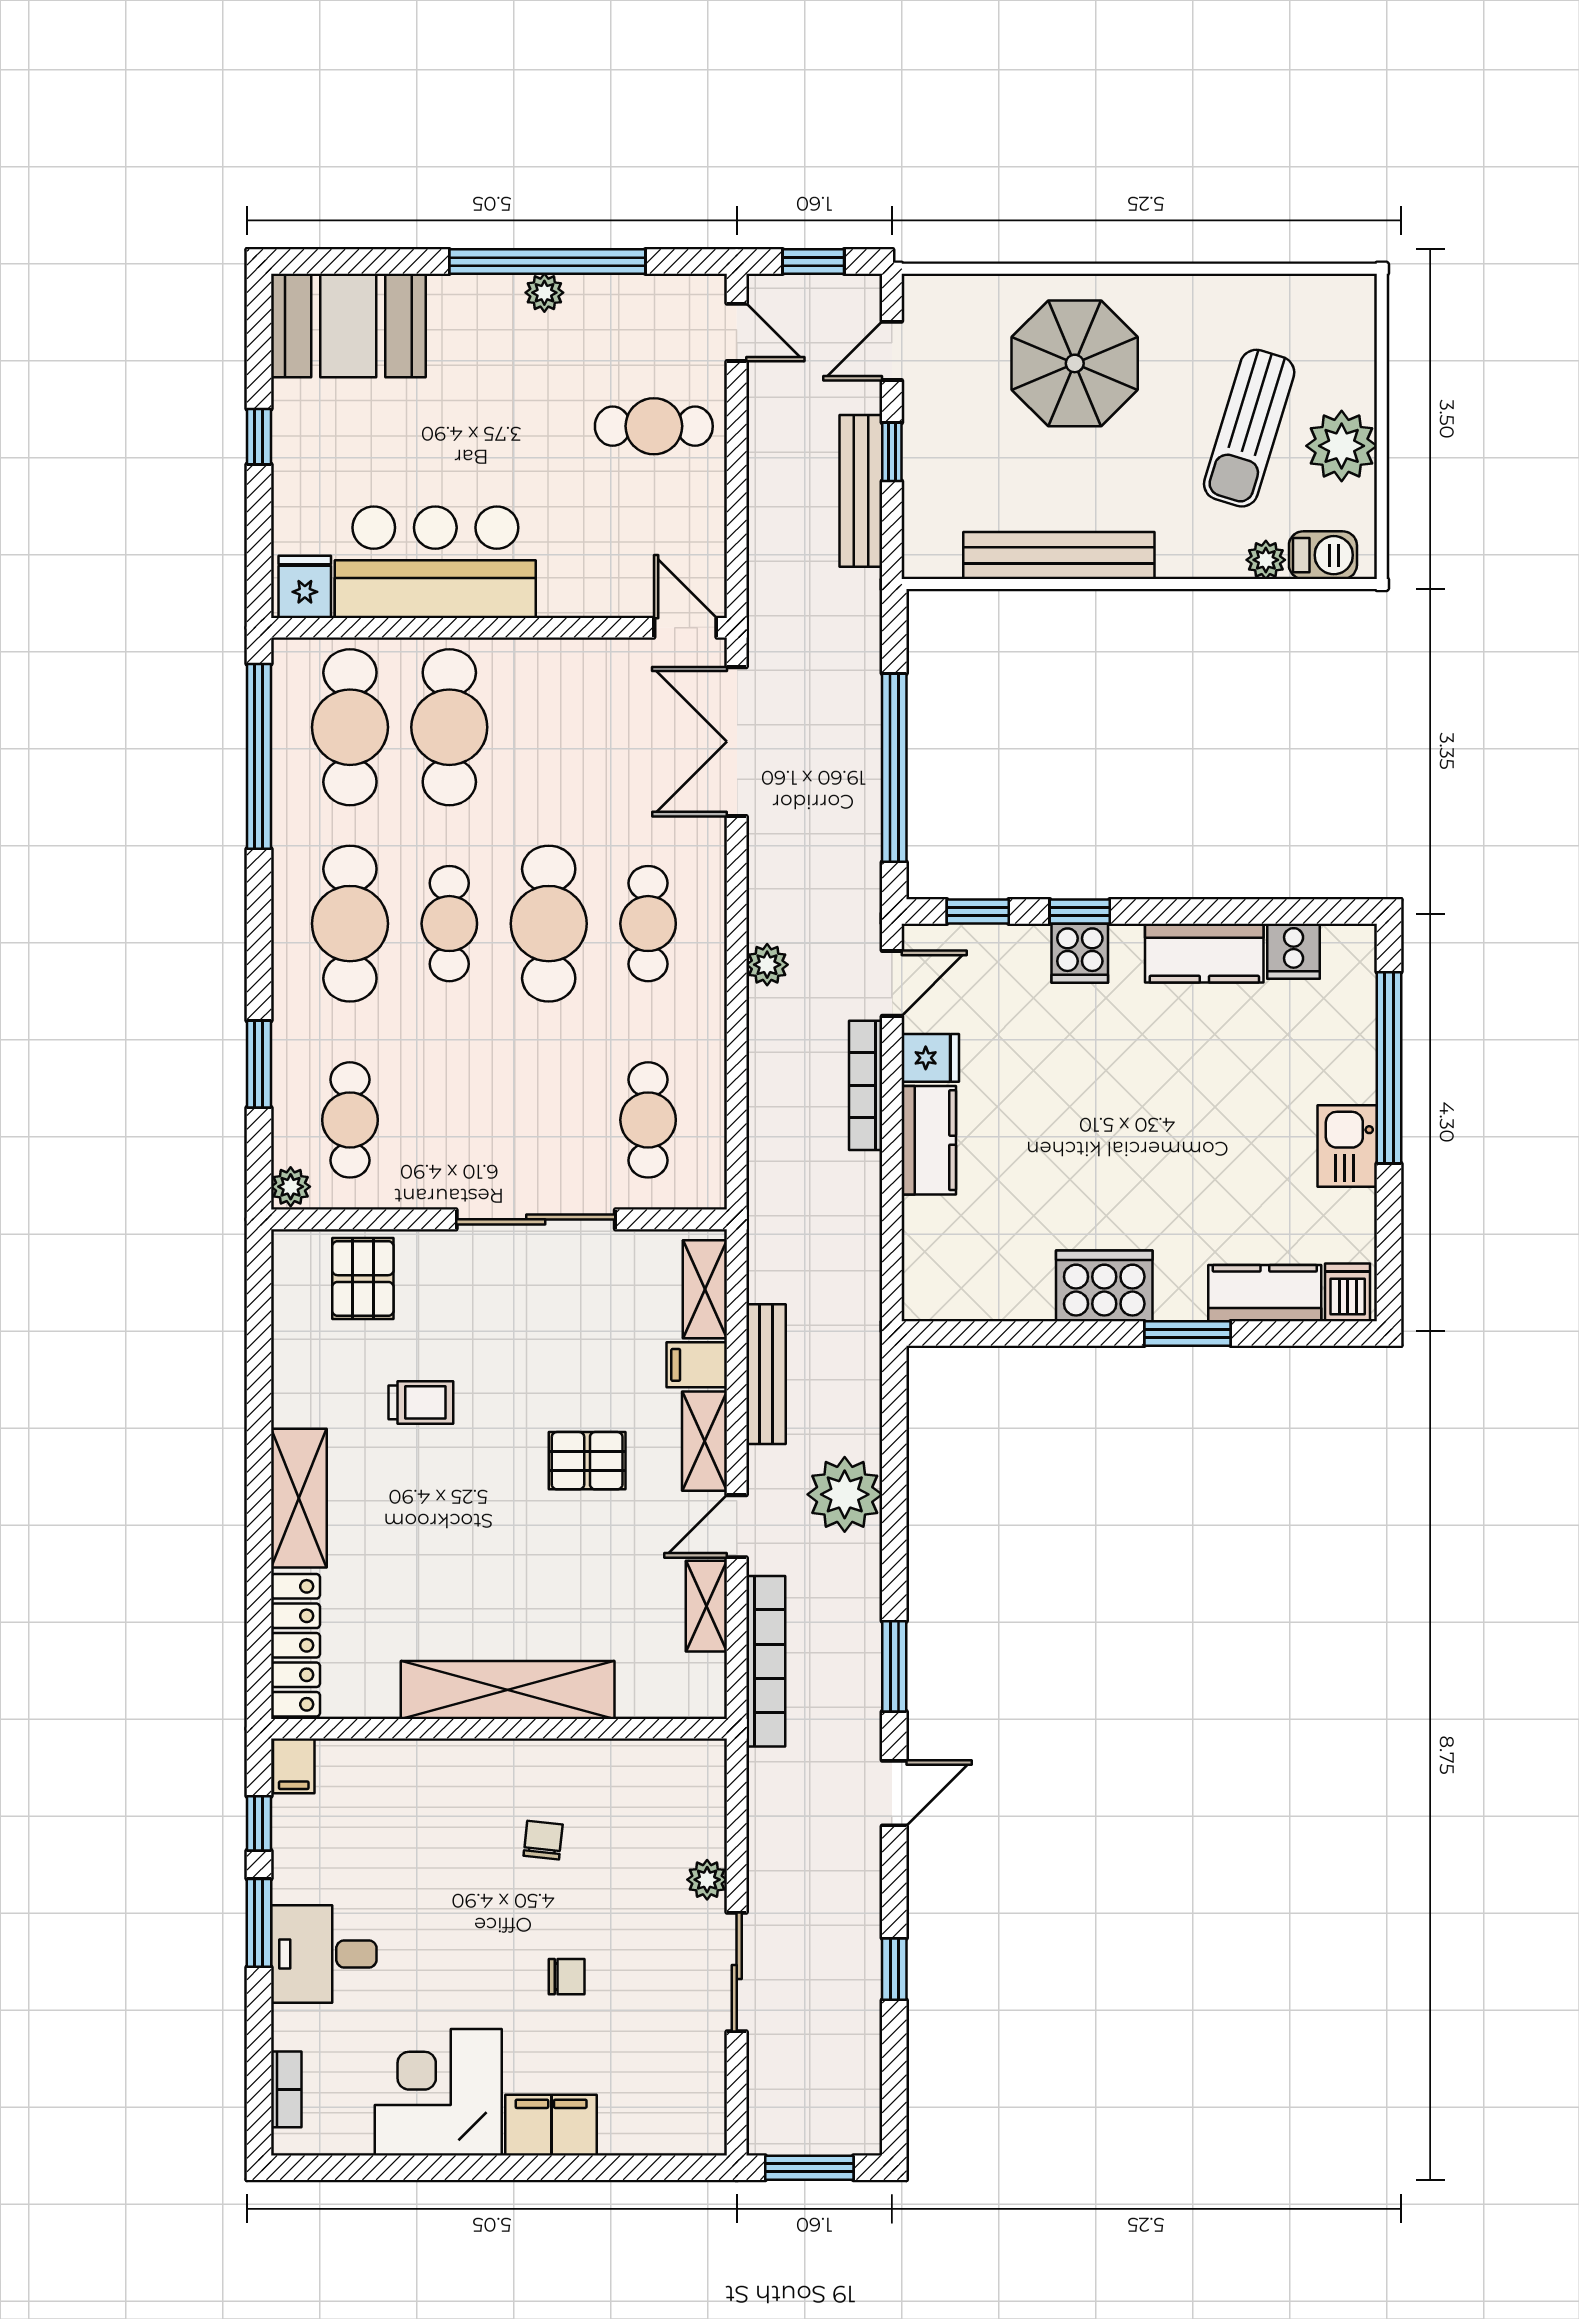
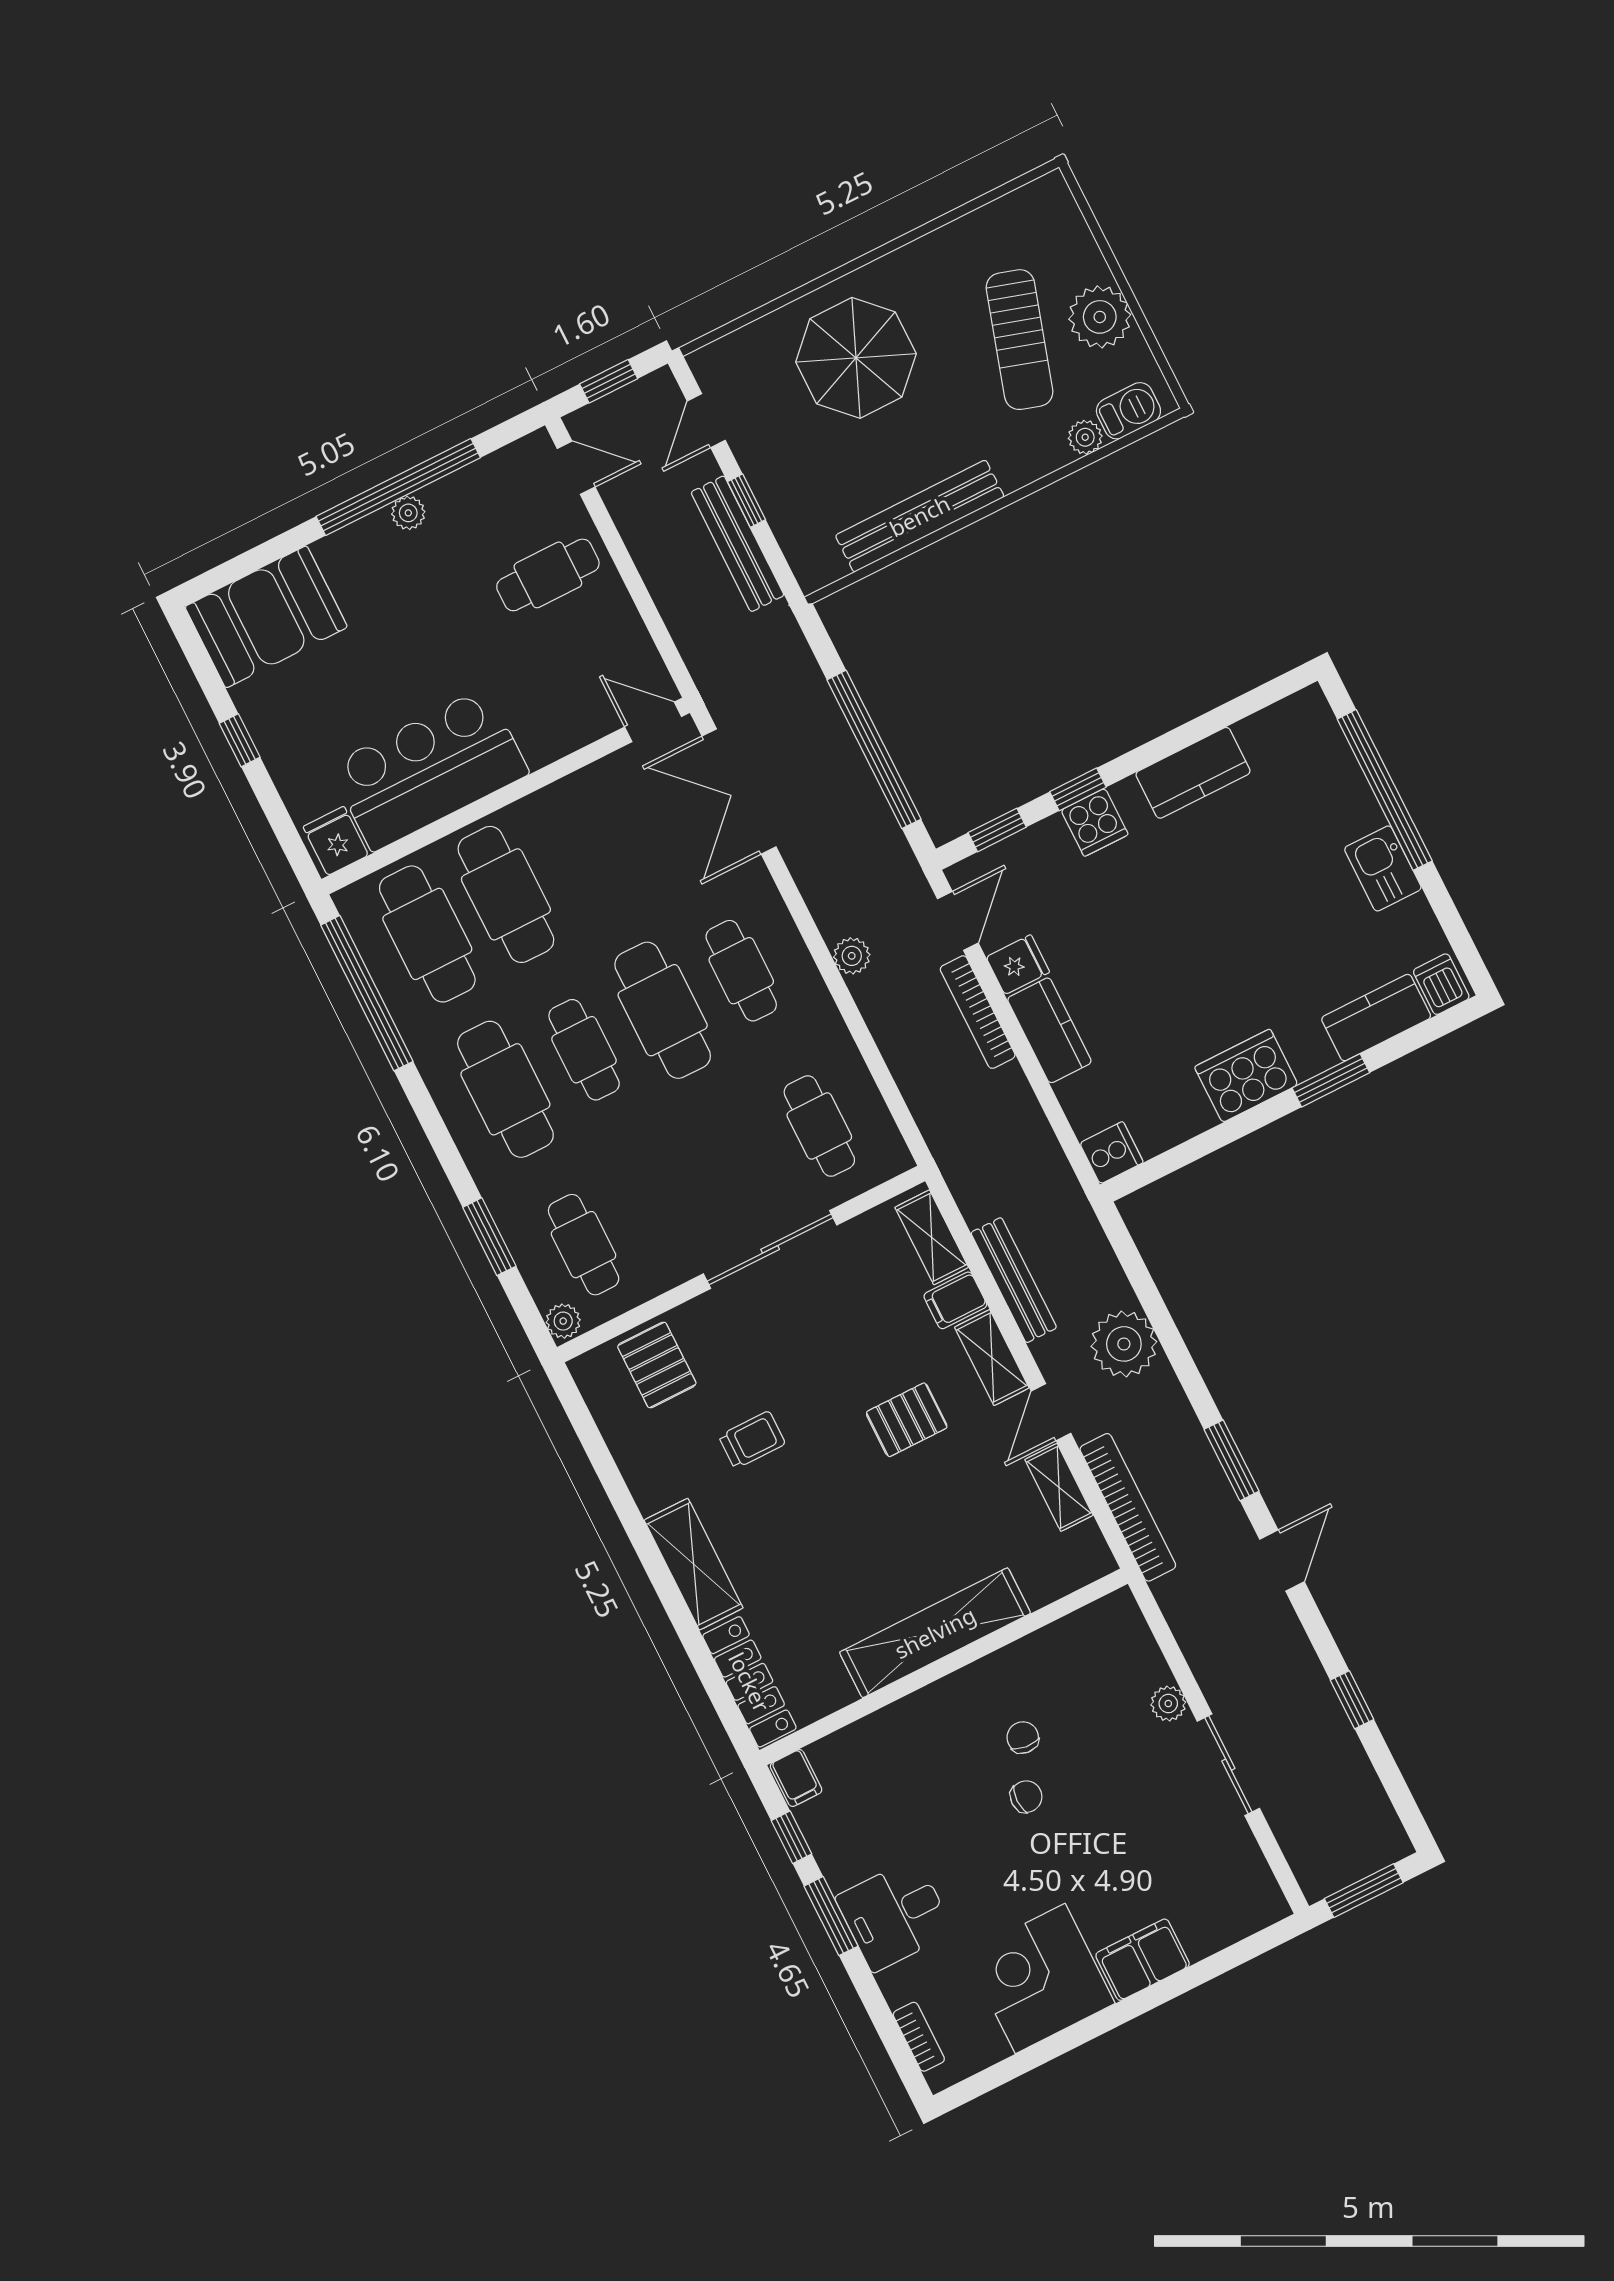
cooker: (1294, 951) -> (1111, 1153), moved, turned -90
chair: (567, 1977) -> (1026, 1797), moved

